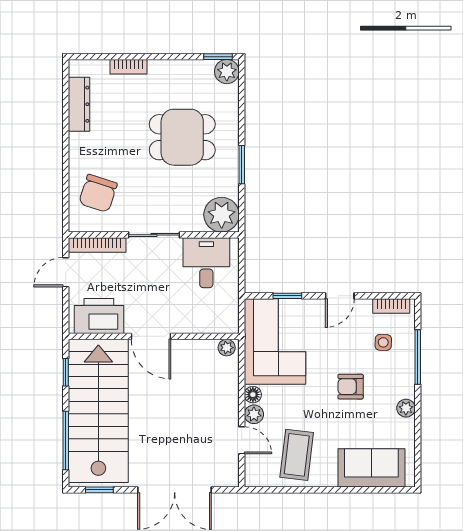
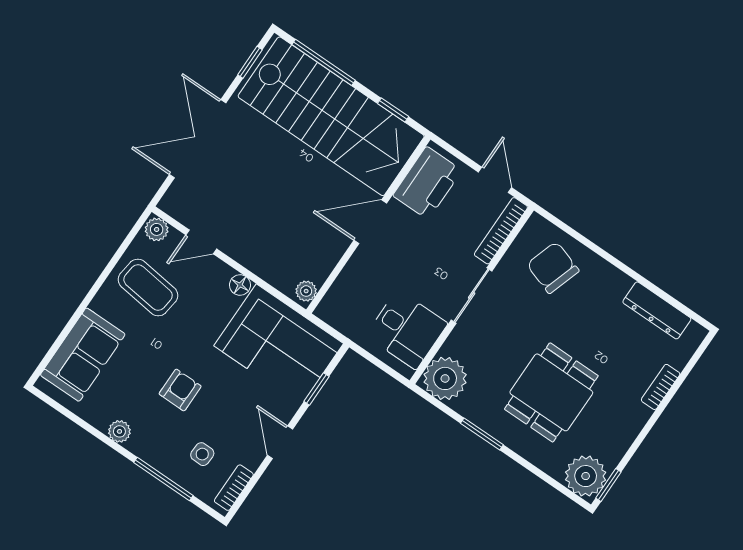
plant: (227, 72) -> (586, 476), width x1.36, depth x1.36
plant: (254, 414) -> (157, 229), moved

